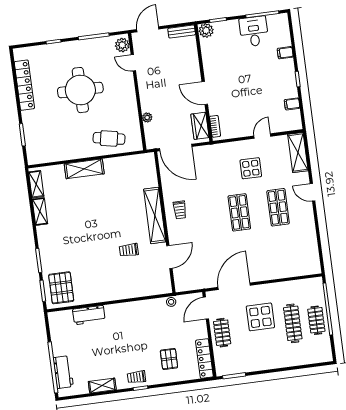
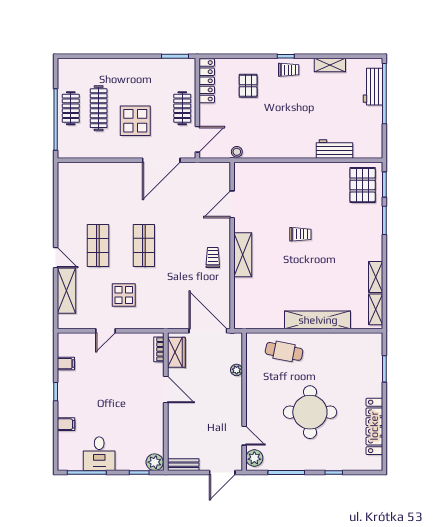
shelving: (298, 153) -> (67, 291), moved
shelving: (84, 169) -> (318, 320), width x1.47
shelving: (155, 215) -> (243, 255), width x0.68
trolley: (129, 250) -> (300, 234), moved

